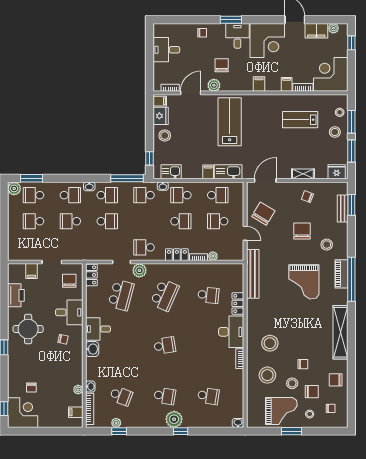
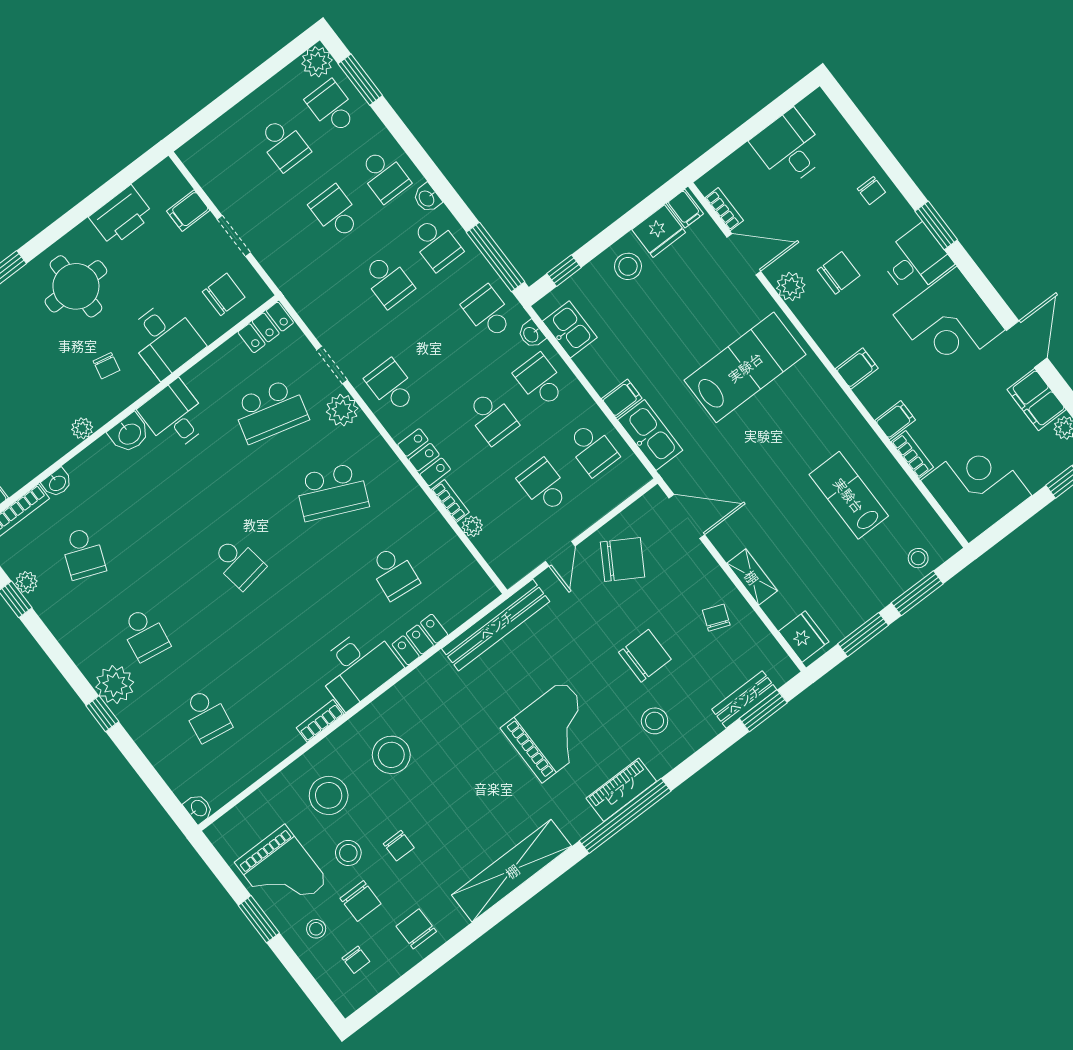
stool: (335, 132) -> (875, 577), removed
school desk: (34, 221) -> (284, 144), turned 180
grand piano: (304, 282) -> (553, 731), turned 180
plant: (78, 390) -> (82, 428), moved

